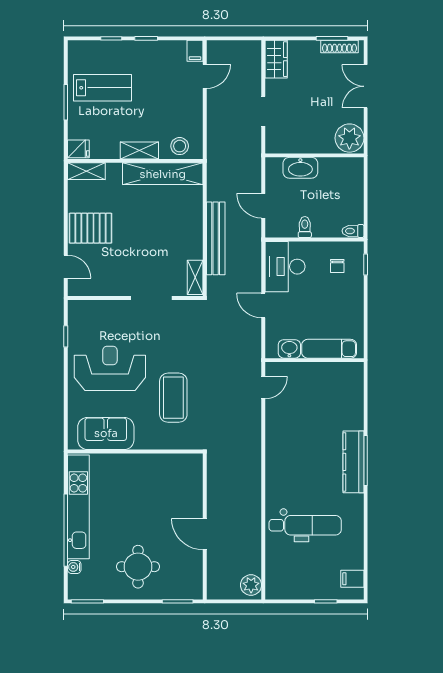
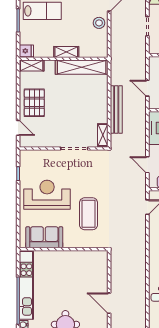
stool: (180, 146) -> (99, 23), moved
pallet: (90, 228) -> (34, 103), turned 90
door: (263, 305) -> (147, 165), moved

